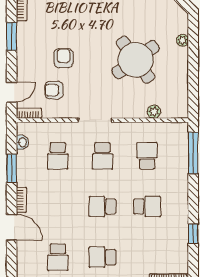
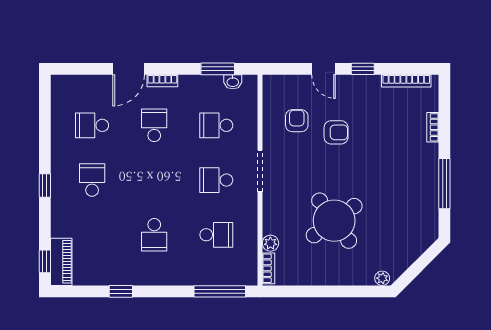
window: (12, 36) -> (363, 69), width x0.67
plant: (182, 40) -> (382, 278), moved
door: (12, 92) -> (323, 69), moved
bookcase: (29, 113) -> (269, 268), moved
window: (12, 168) -> (218, 69), moved
school desk: (102, 206) -> (154, 125), moved

